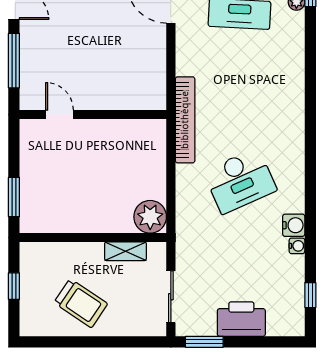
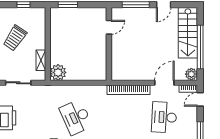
bookcase: (185, 120) -> (129, 90), moved

